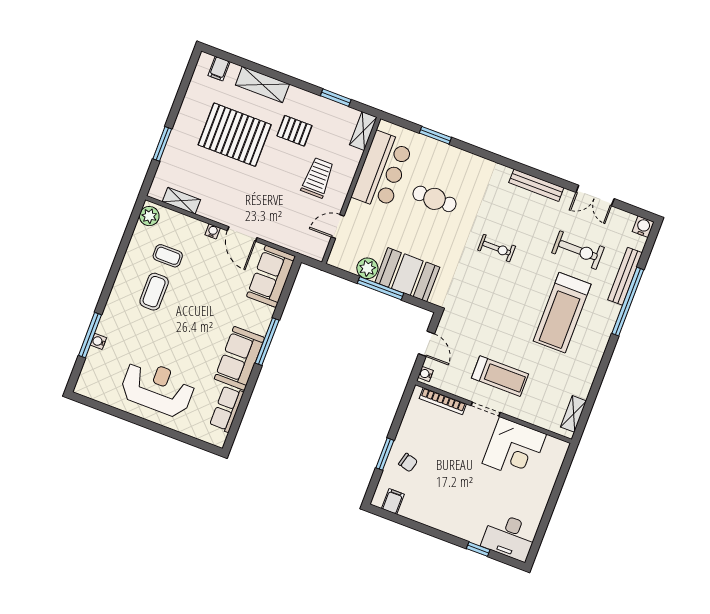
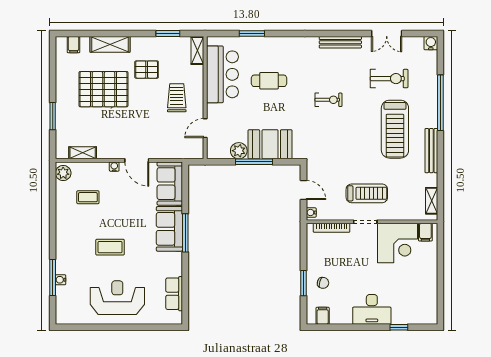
bench: (625, 276) -> (431, 151), moved
coffee table: (154, 292) -> (110, 247), moved, turned 90
sofa: (239, 358) -> (169, 229), moved
filing cabinet: (552, 448) -> (425, 232), added
desk: (509, 537) -> (372, 309), moved

